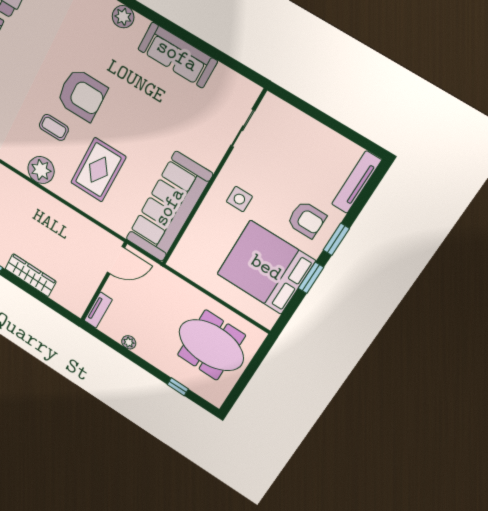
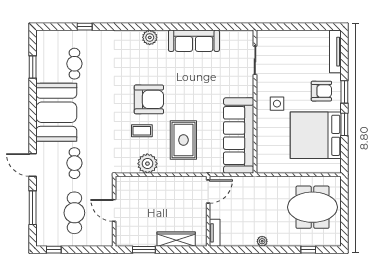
door: (116, 260) -> (208, 191), moved
wall: (104, 282) -> (208, 211), moved
tv unit: (98, 310) -> (215, 233), moved

